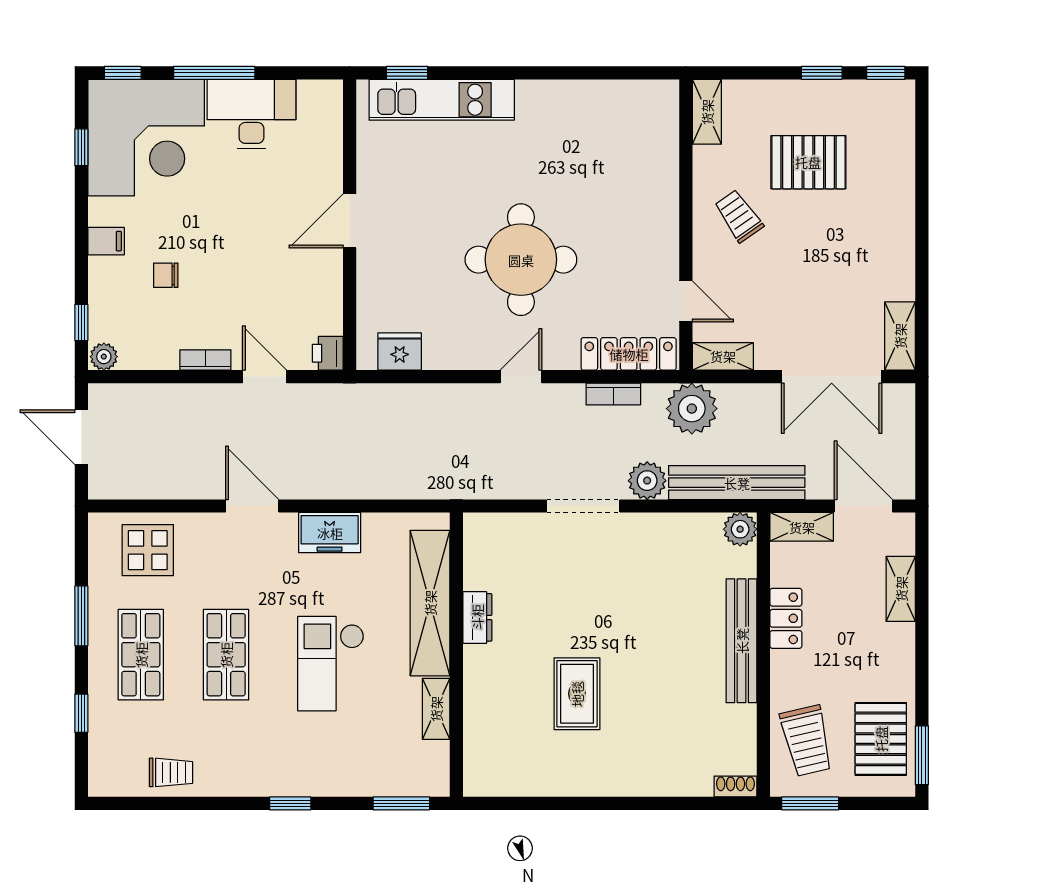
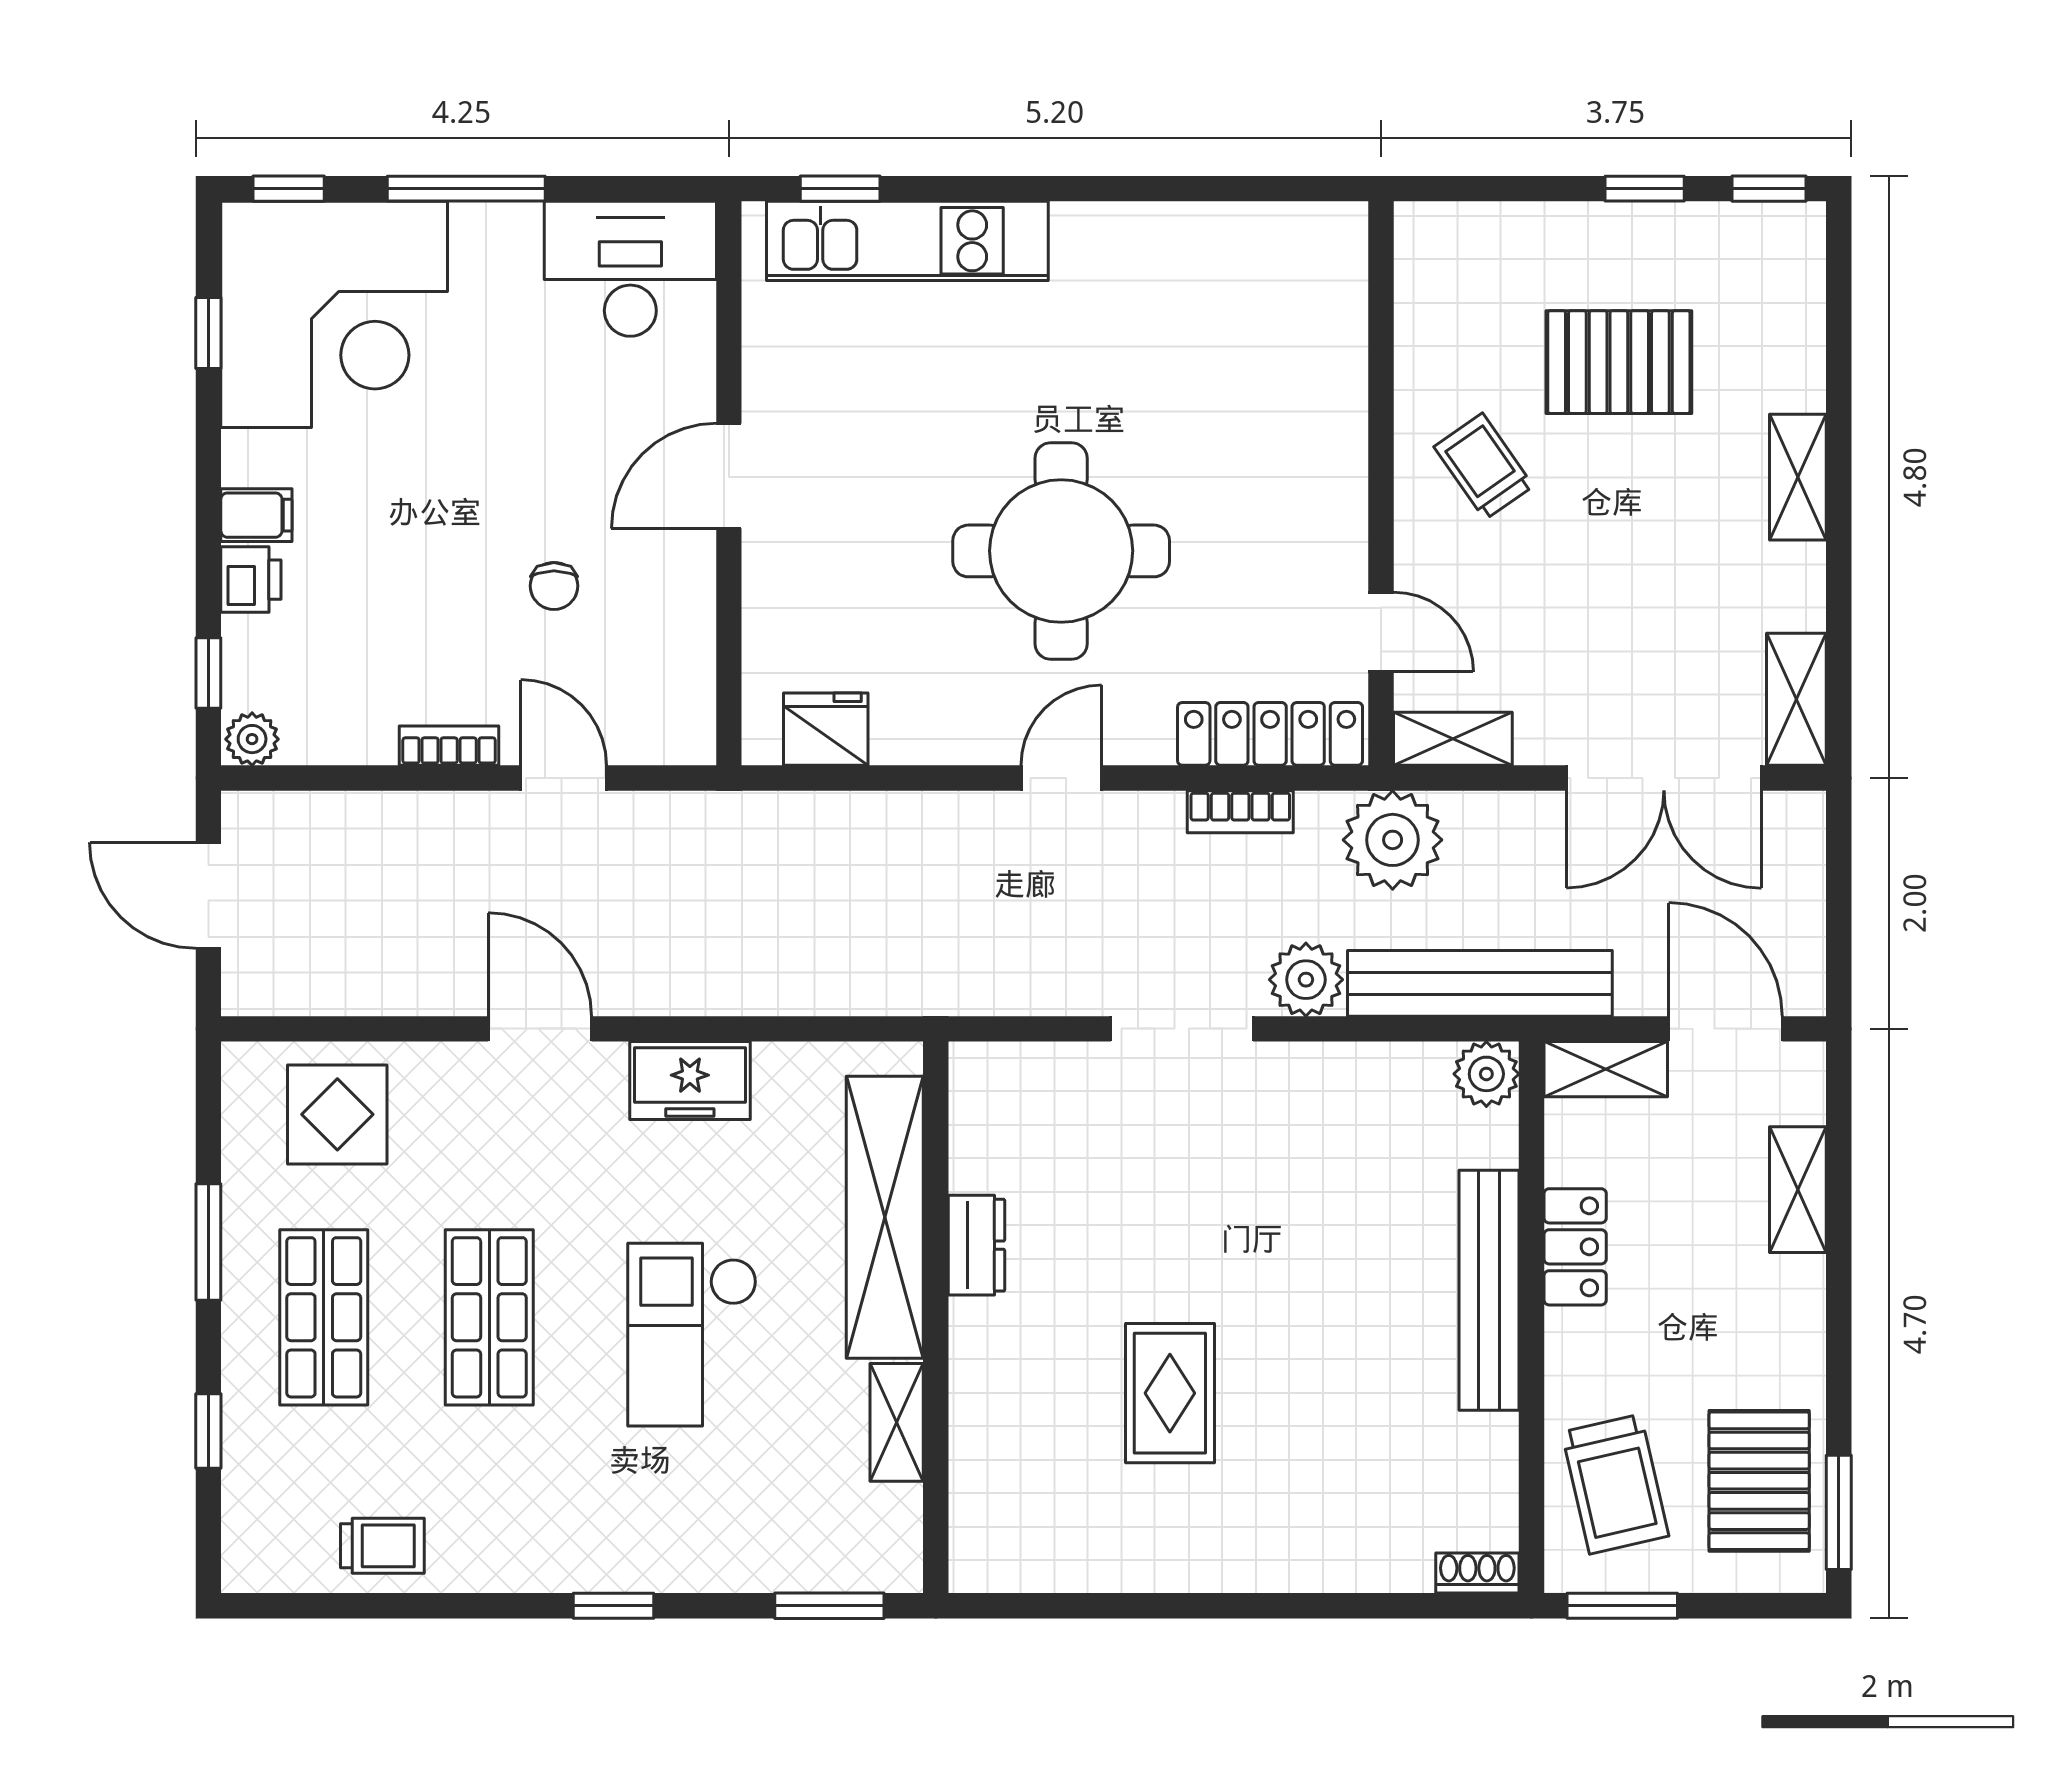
shelving: (707, 112) -> (1798, 477), moved
desk: (251, 114) -> (630, 269), moved
chair: (166, 275) -> (554, 586), moved, turned -90
printer: (328, 353) -> (251, 580), moved, turned 180

